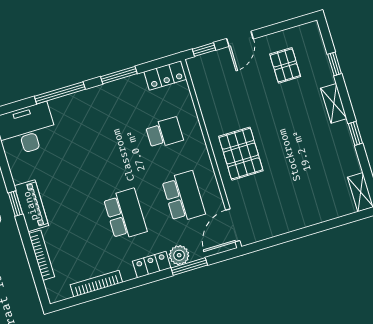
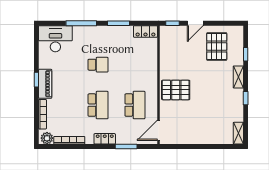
pallet: (285, 65) -> (217, 46), width x1.50, depth x1.42
school desk: (164, 133) -> (98, 65), moved
pallet: (241, 154) -> (176, 90), turned 90
plant: (179, 255) -> (47, 138), moved

